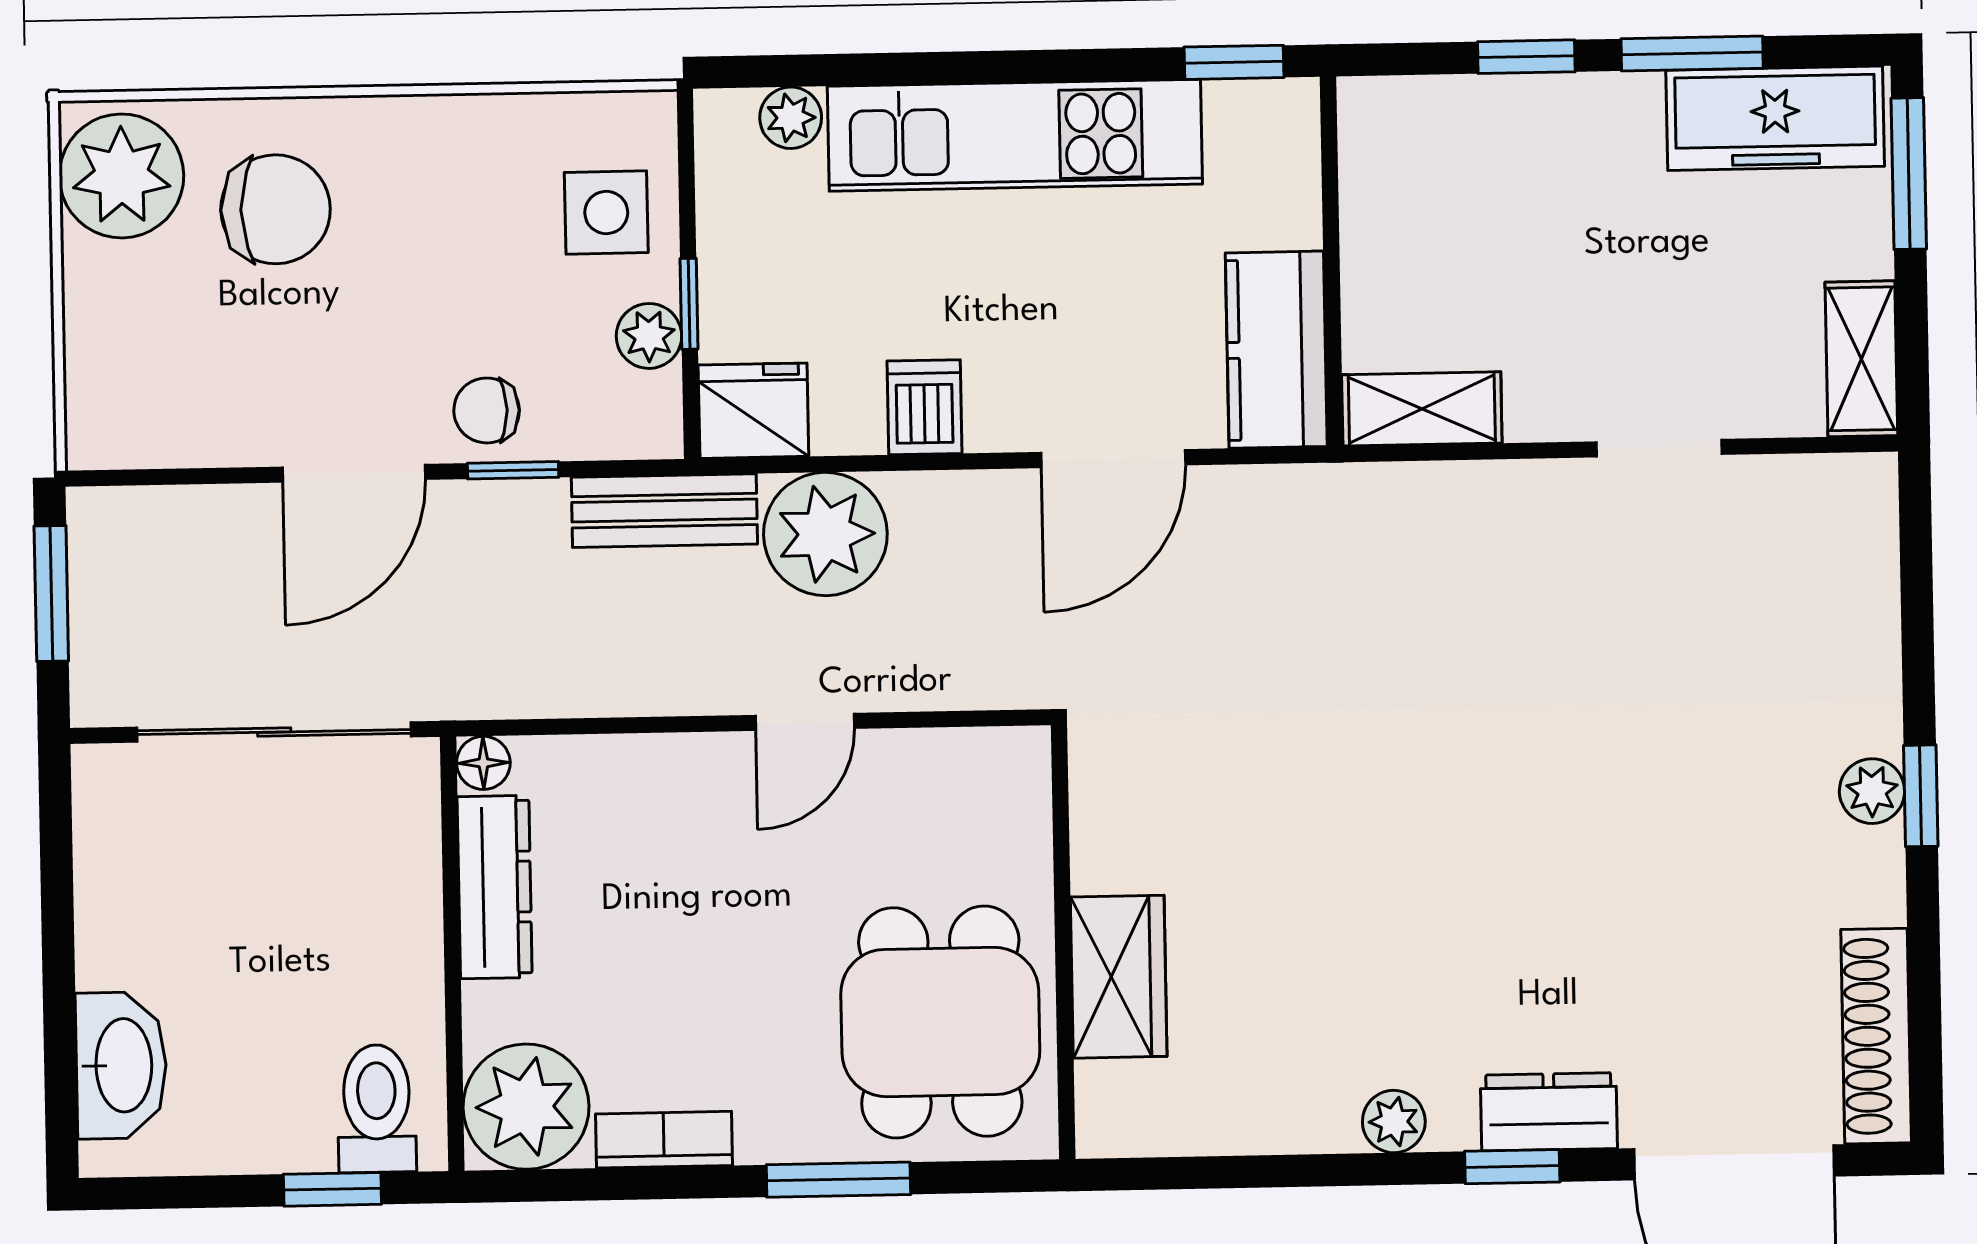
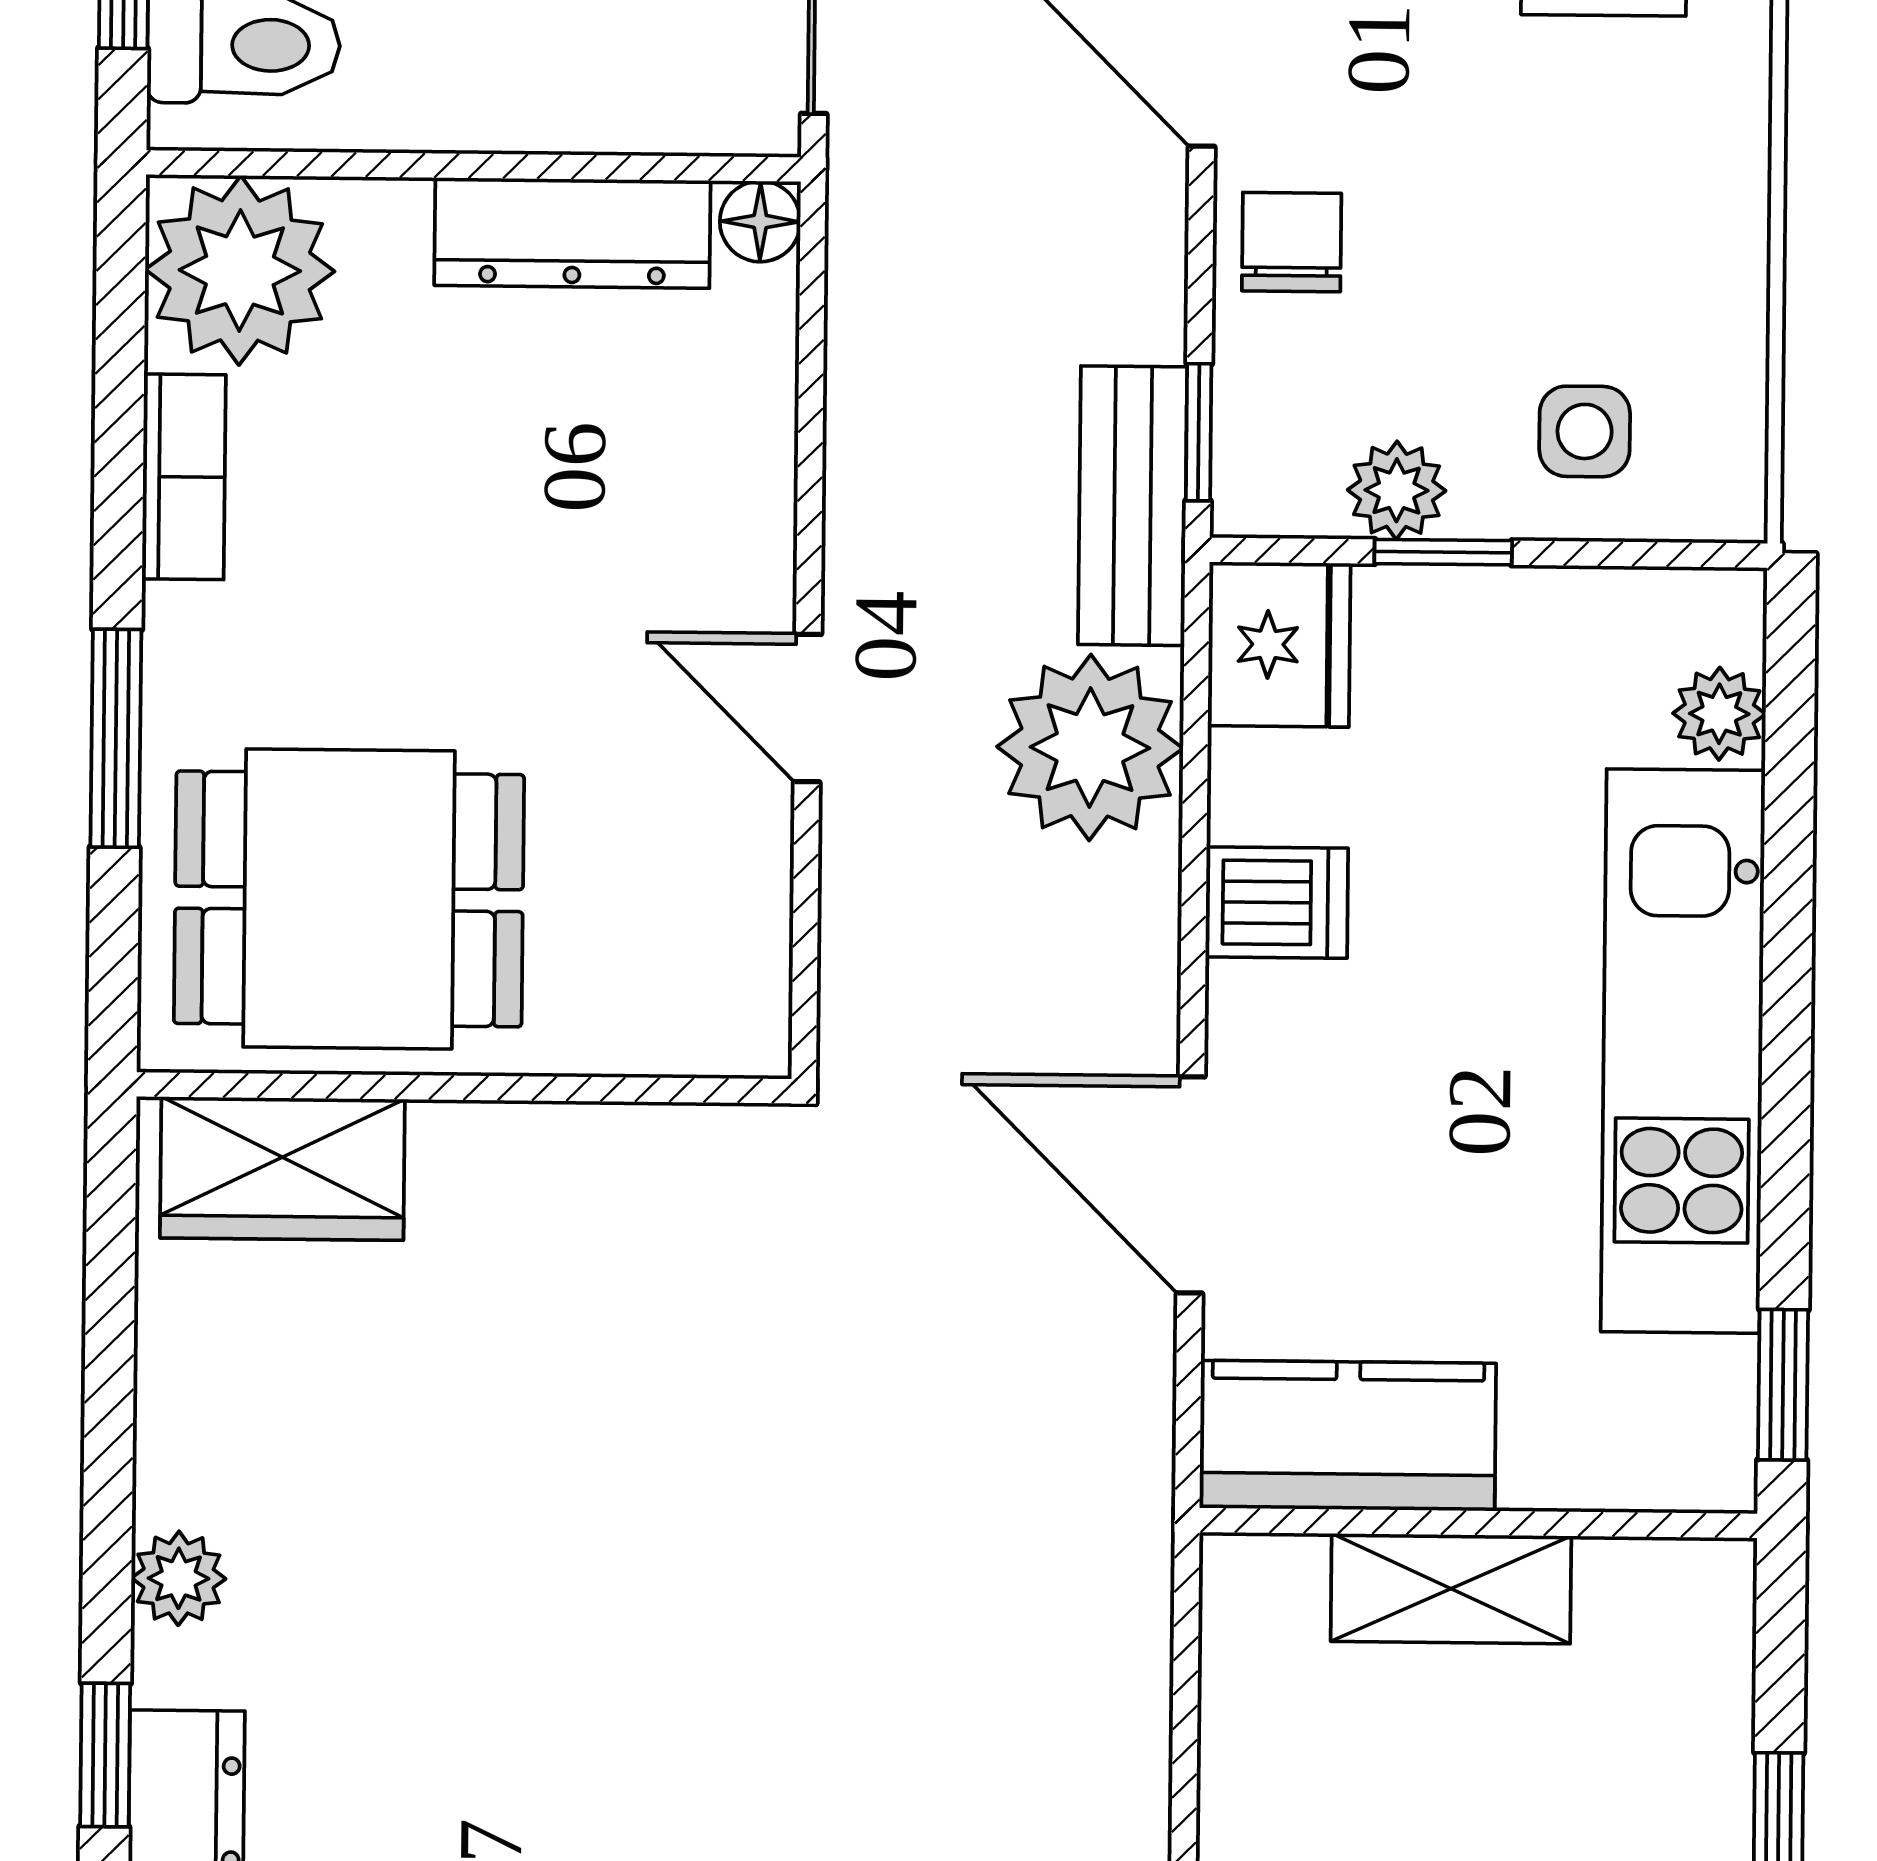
side table: (606, 213) -> (1585, 431), width x0.73, depth x0.73
shelving: (1422, 409) -> (1451, 1589), moved, turned 90
window: (513, 470) -> (1199, 432), moved
wardrobe: (1119, 977) -> (282, 1169), moved

